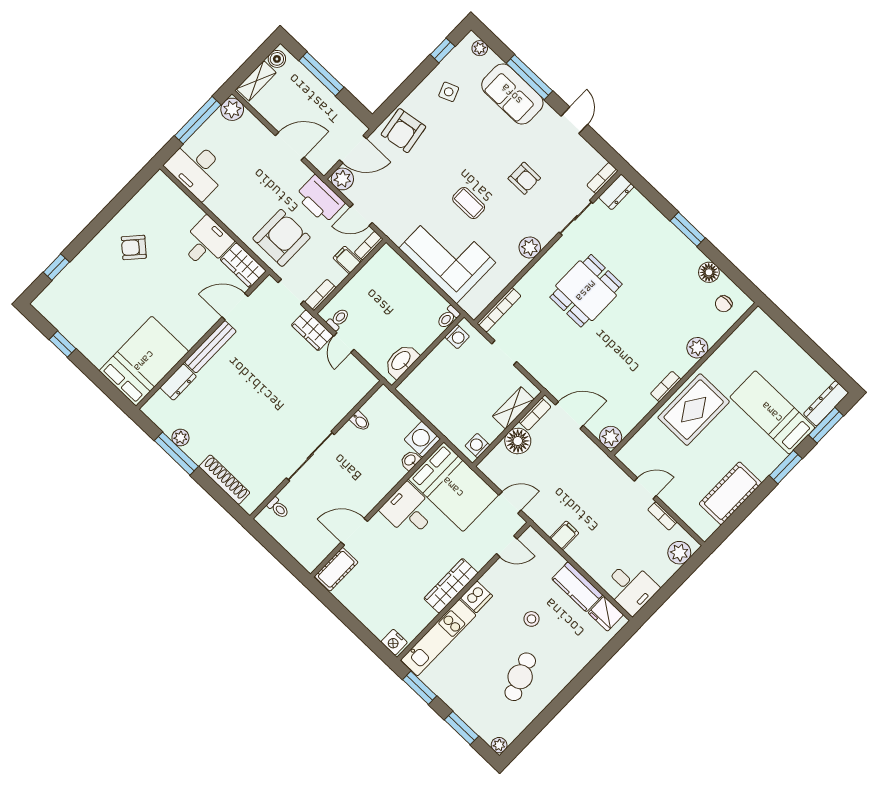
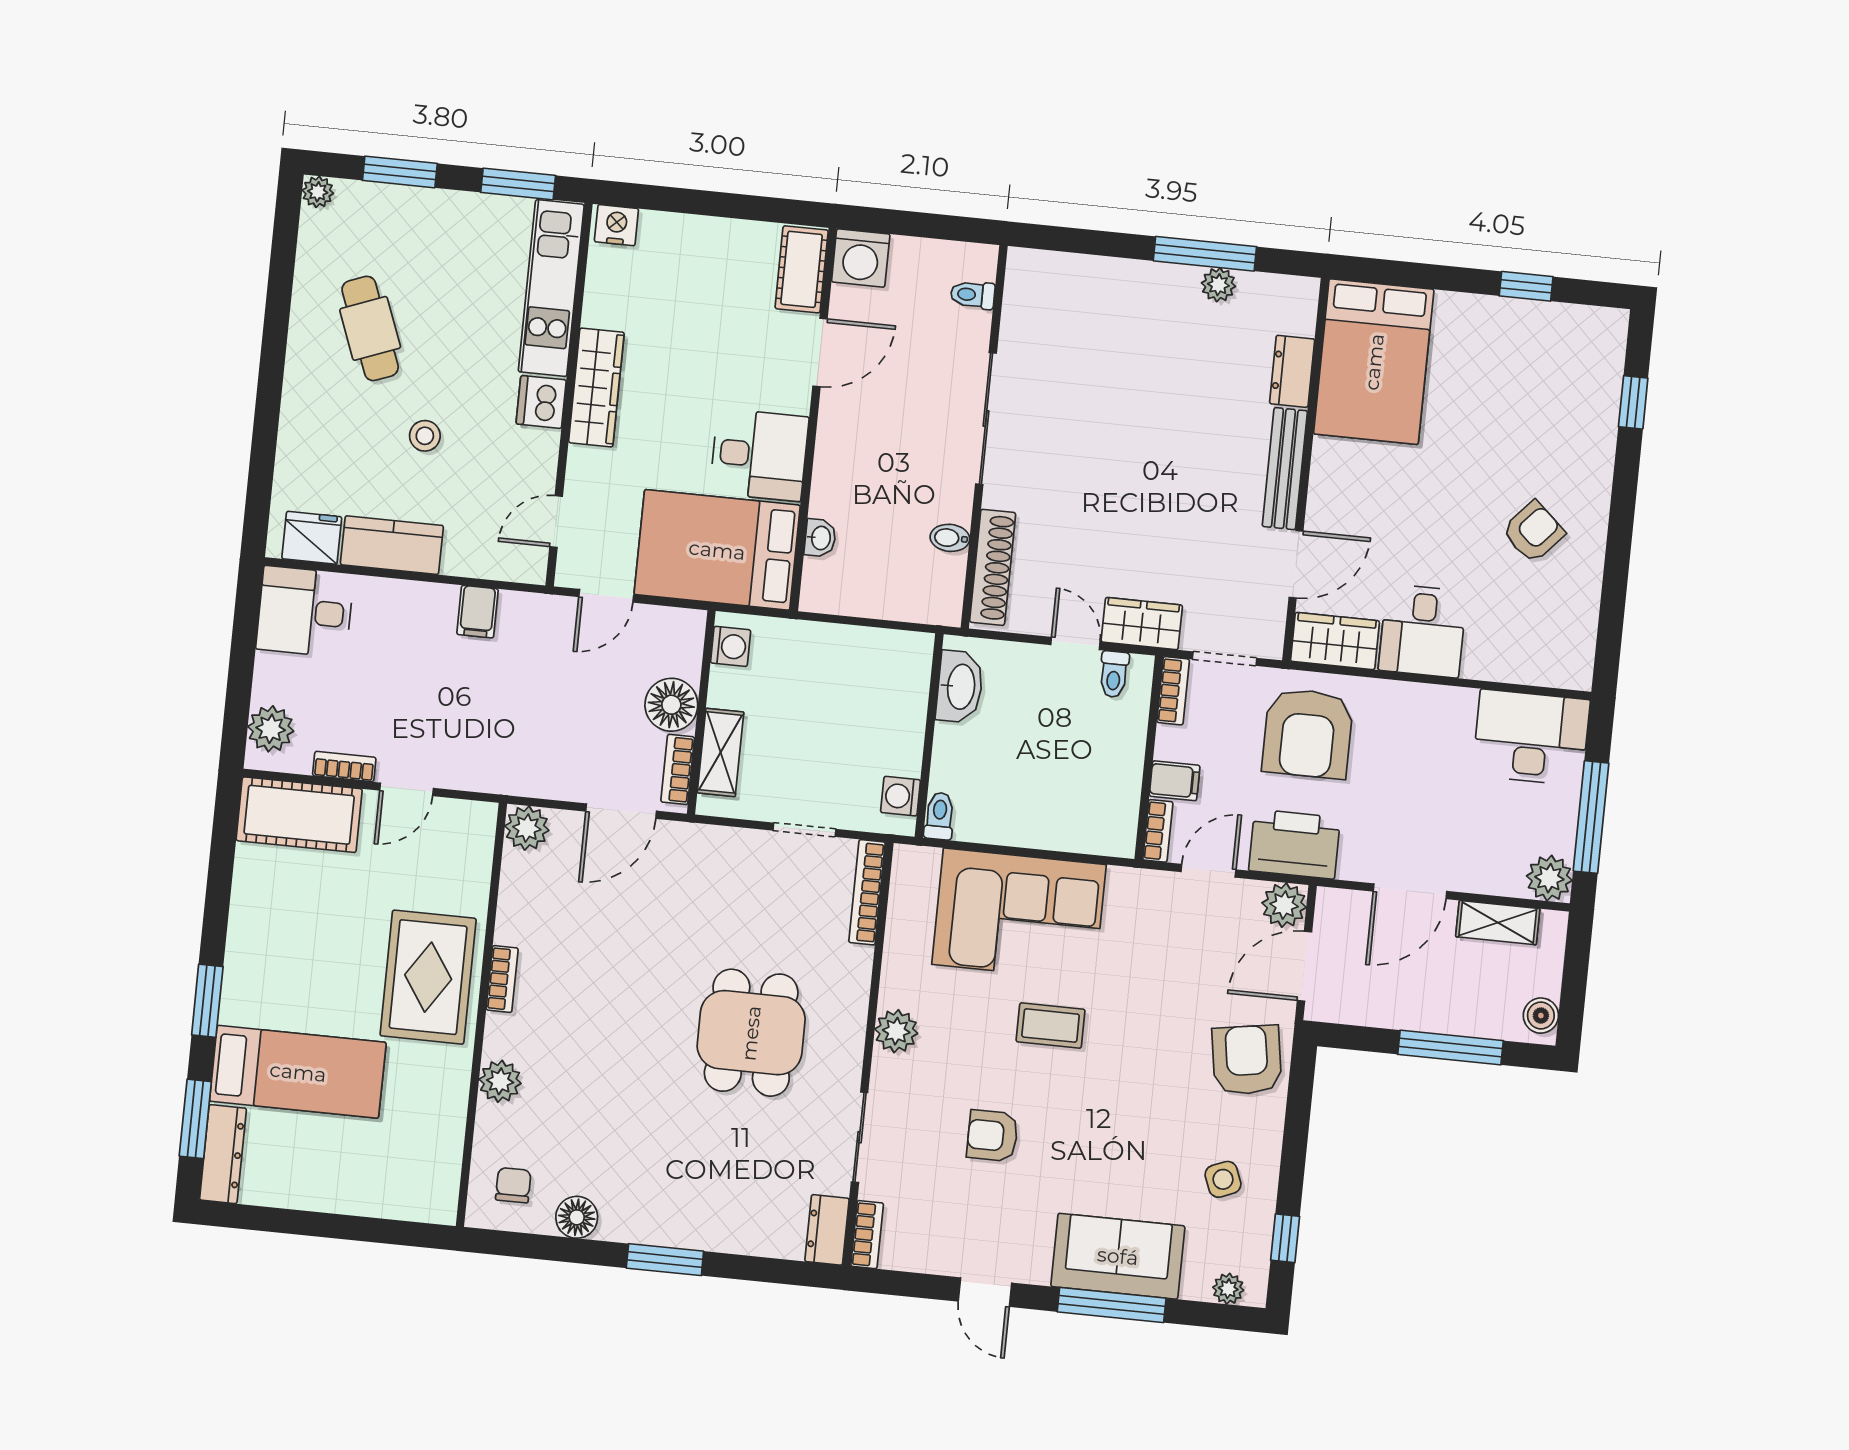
shelving: (256, 81) -> (1498, 923), moved, turned 90
washing machine: (422, 439) -> (861, 258), moved, turned 90
shoe rack: (224, 480) -> (993, 567), moved, turned -90
cot: (730, 493) -> (299, 815), moved, turned 90

